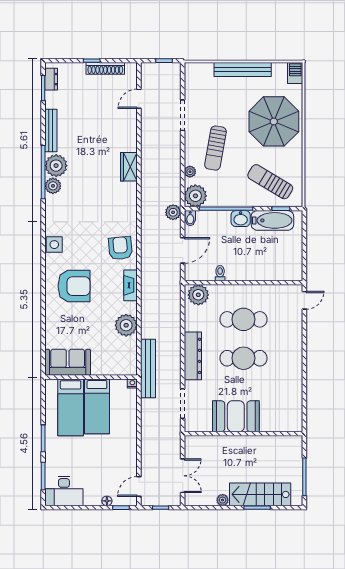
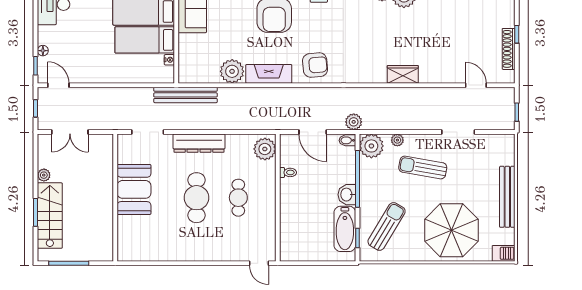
fireplace: (131, 285) -> (269, 74), width x1.37, depth x1.32
cafe table: (243, 319) -> (238, 198), width x0.73, depth x0.74
nightstand: (132, 383) -> (169, 60), moved

